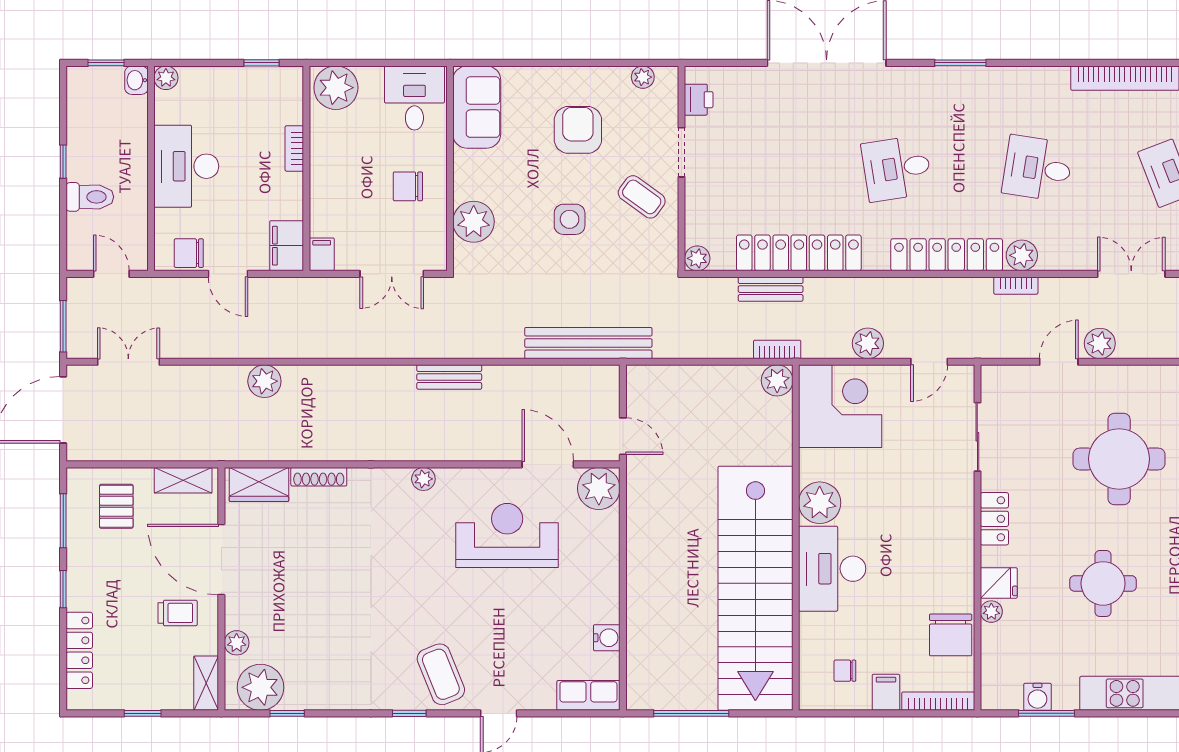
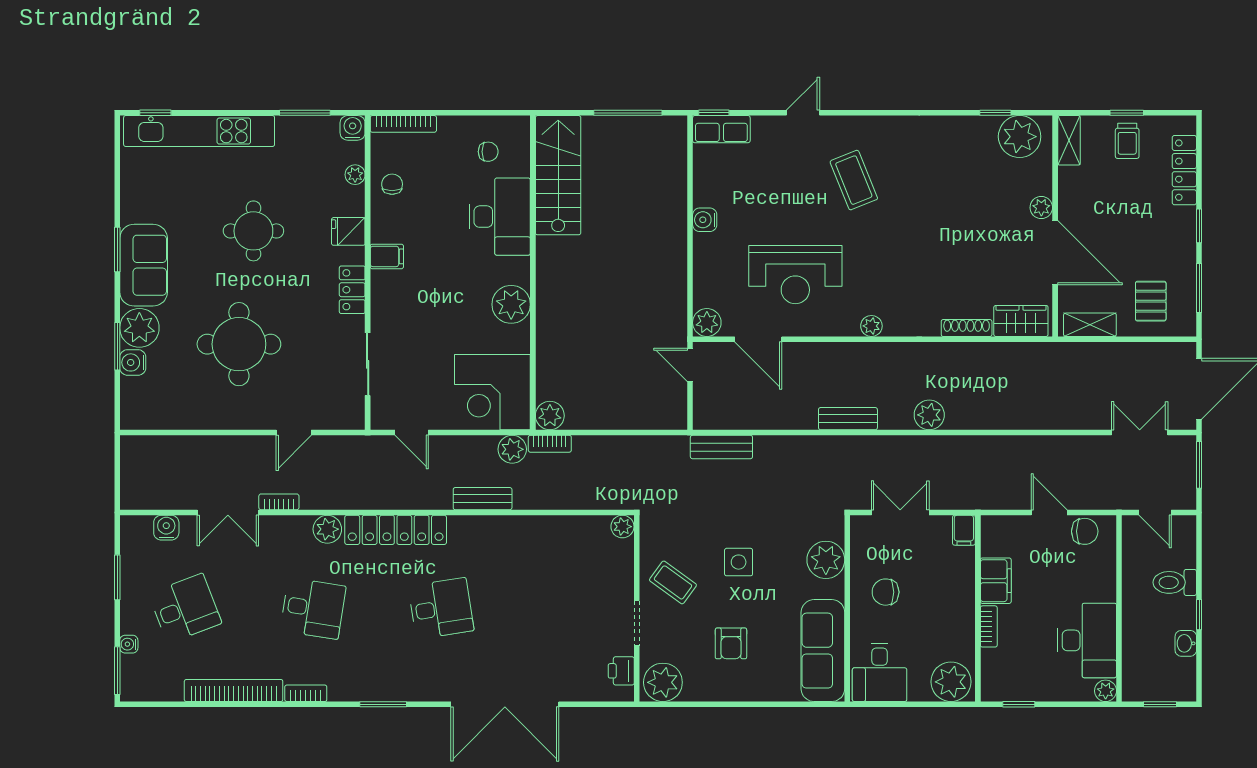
bookcase: (1045, 75) -> (306, 693), added
plant: (643, 77) -> (663, 682), width x1.88, depth x1.88
washbasin: (136, 80) -> (1186, 643), moved, turned 180
sofa: (477, 107) -> (823, 651), width x1.36
armchair: (578, 130) -> (731, 643), width x0.72, depth x0.72
desk: (186, 166) -> (1087, 640), moved
chair: (408, 186) -> (886, 592), turned 180
filing cabinet: (287, 246) -> (996, 581), moved
locker: (799, 253) -> (530, 532), removed
bookcase: (1016, 286) -> (279, 502), moved
bench: (771, 289) -> (483, 499), moved
bench: (588, 343) -> (721, 447), width x0.54, depth x0.82
plant: (868, 343) -> (512, 449), moved
plant: (1100, 343) -> (256, 449), removed
double door: (128, 362) -> (1140, 433), swing flipped
door: (929, 362) -> (412, 433), swing flipped
plant: (264, 381) -> (929, 415), moved
plant: (599, 488) -> (707, 323), width x0.73, depth x0.73
desk: (832, 569) -> (500, 217), moved
stairs: (755, 588) -> (558, 175), width x0.54, depth x0.66
plant: (991, 612) -> (355, 175), moved
trolley: (178, 613) -> (1127, 141), moved, turned -90
chair: (951, 635) -> (392, 184), width x0.54, depth x0.54
water cooler: (607, 638) -> (705, 220), moved
plant: (237, 643) -> (1041, 208), moved
coffee table: (441, 674) -> (854, 180), moved
filing cabinet: (886, 692) -> (387, 256), moved, turned -90
water cooler: (1037, 697) -> (353, 128), moved
window: (409, 713) -> (714, 113), moved

